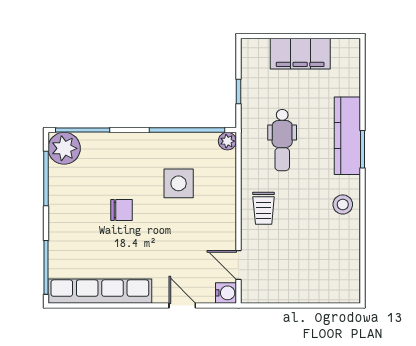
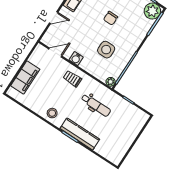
filing cabinet: (300, 54) -> (25, 77), moved, turned 180
dental chair: (282, 140) -> (96, 105), turned 180
water cooler: (226, 293) -> (76, 59), moved

